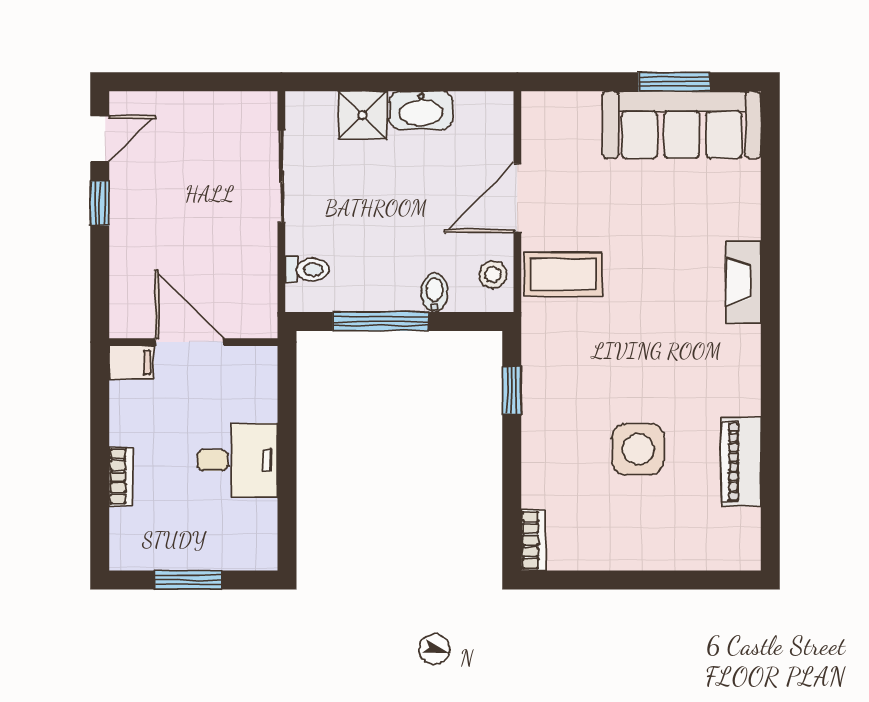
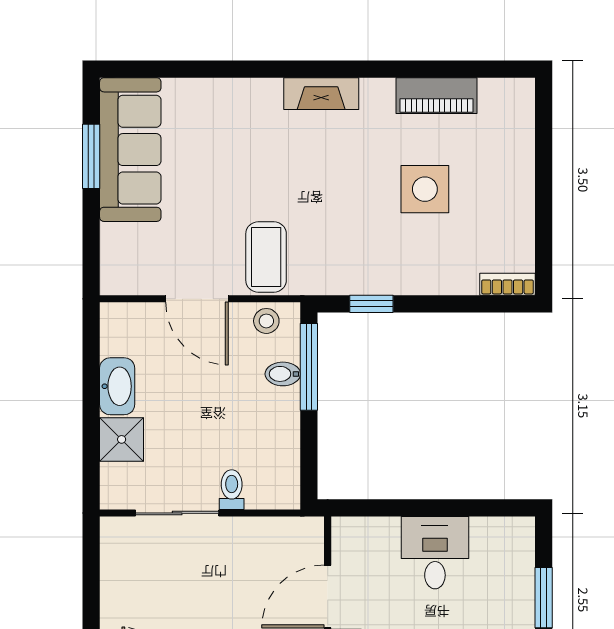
toilet: (307, 269) -> (232, 490), moved
fireplace: (743, 282) -> (321, 94), moved
window: (381, 321) -> (309, 367), moved

